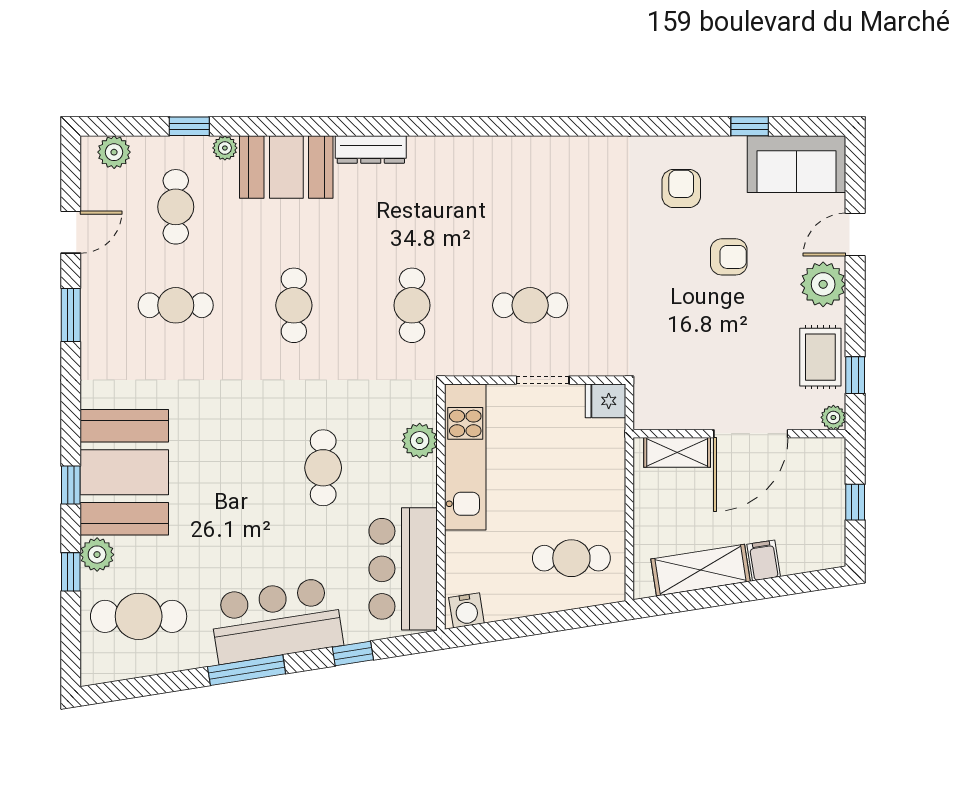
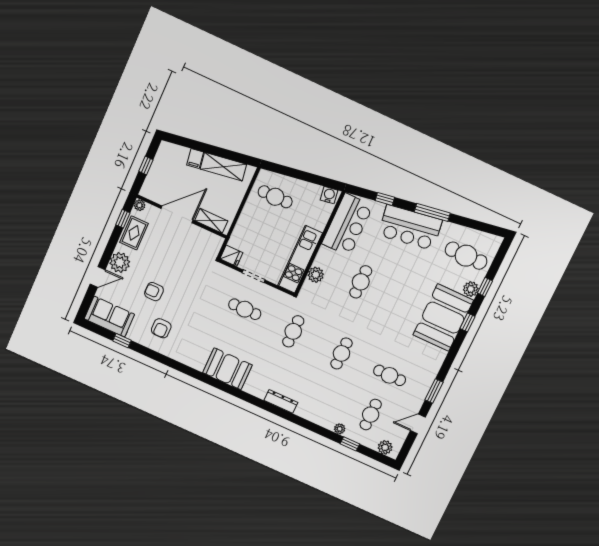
booth: (286, 167) -> (227, 369), moved

